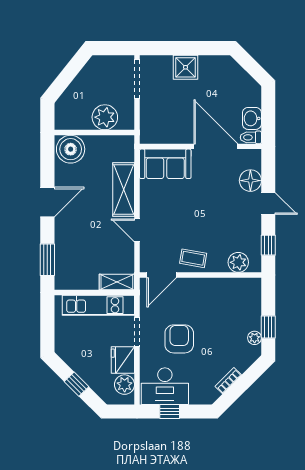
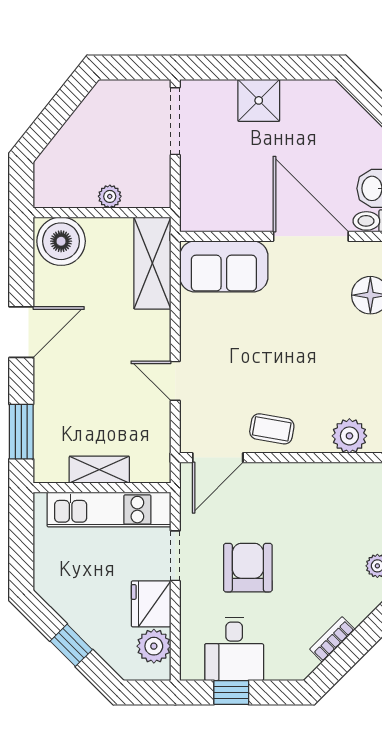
plant: (105, 117) -> (110, 196), width x0.53, depth x0.53
shelving: (124, 190) -> (152, 263), moved
shelving: (117, 282) -> (99, 470), moved
desk: (165, 386) -> (234, 649), width x0.73

